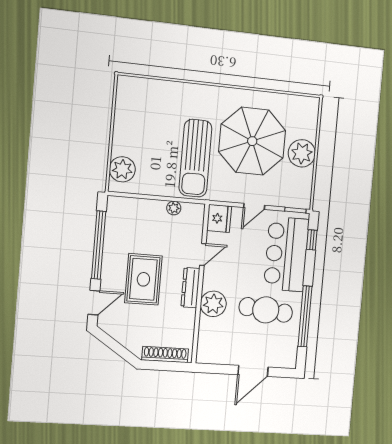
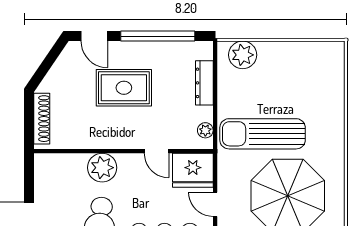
plant: (174, 208) -> (205, 130), moved
fridge: (219, 218) -> (193, 170), width x1.36, depth x1.34
dresser: (190, 288) -> (204, 83), moved, turned -90

